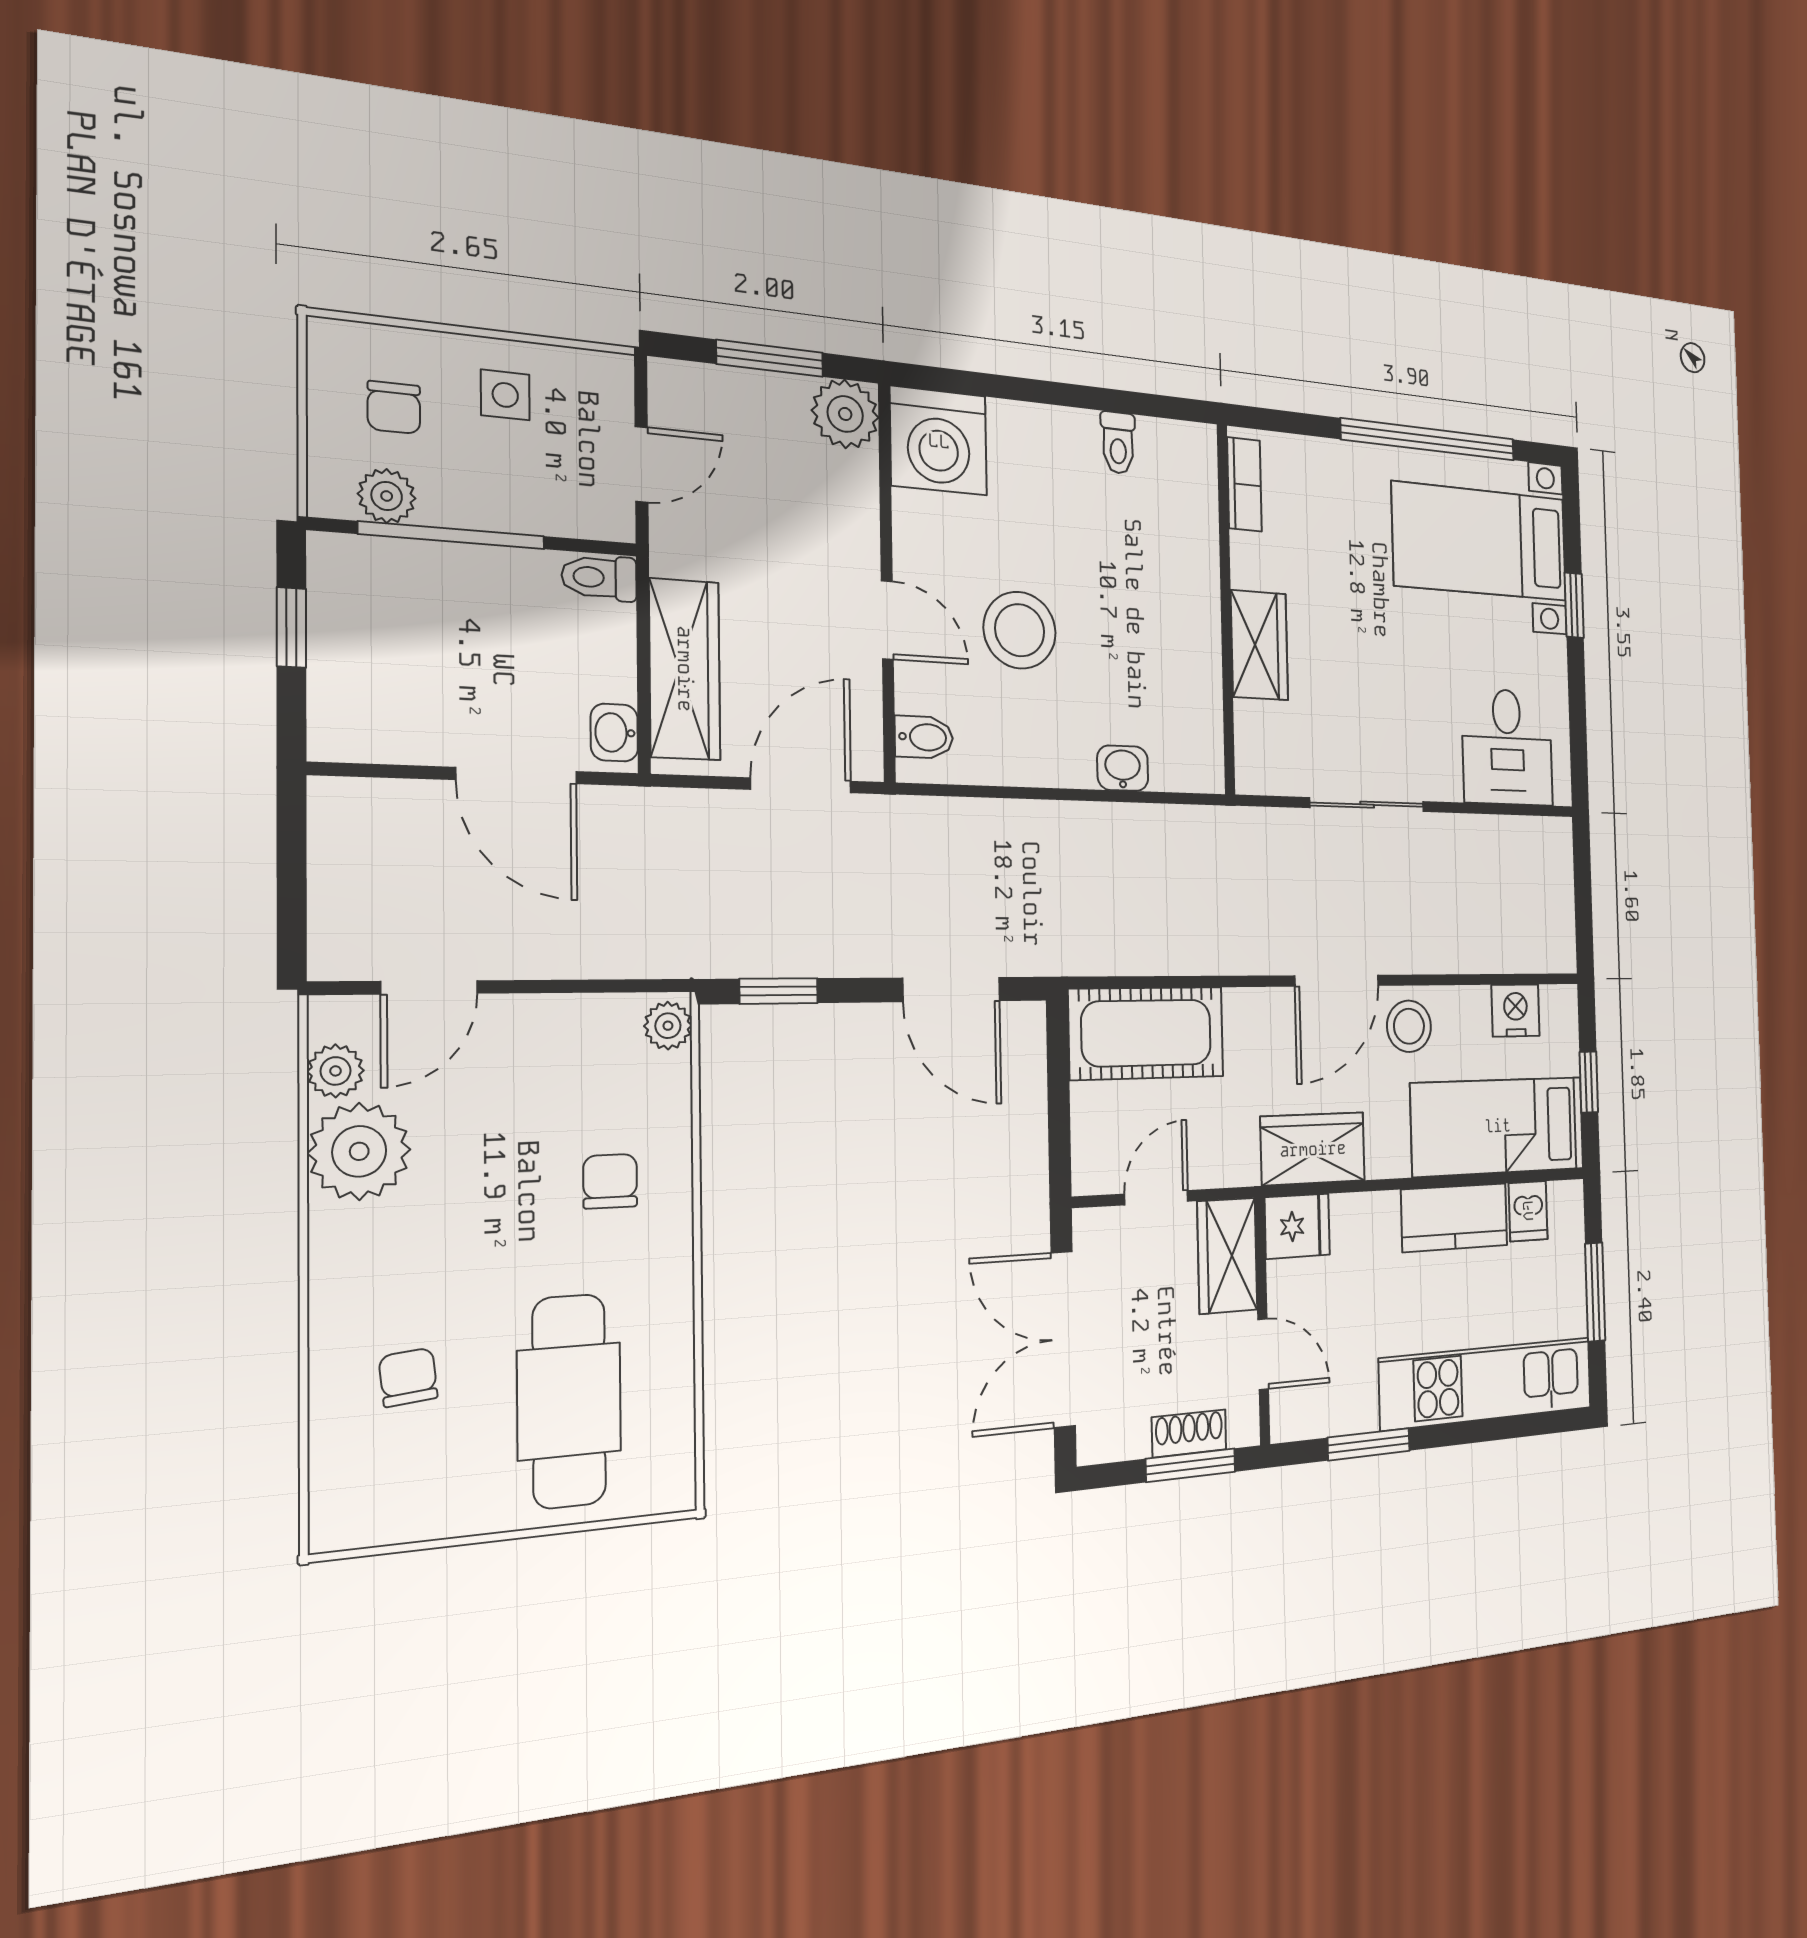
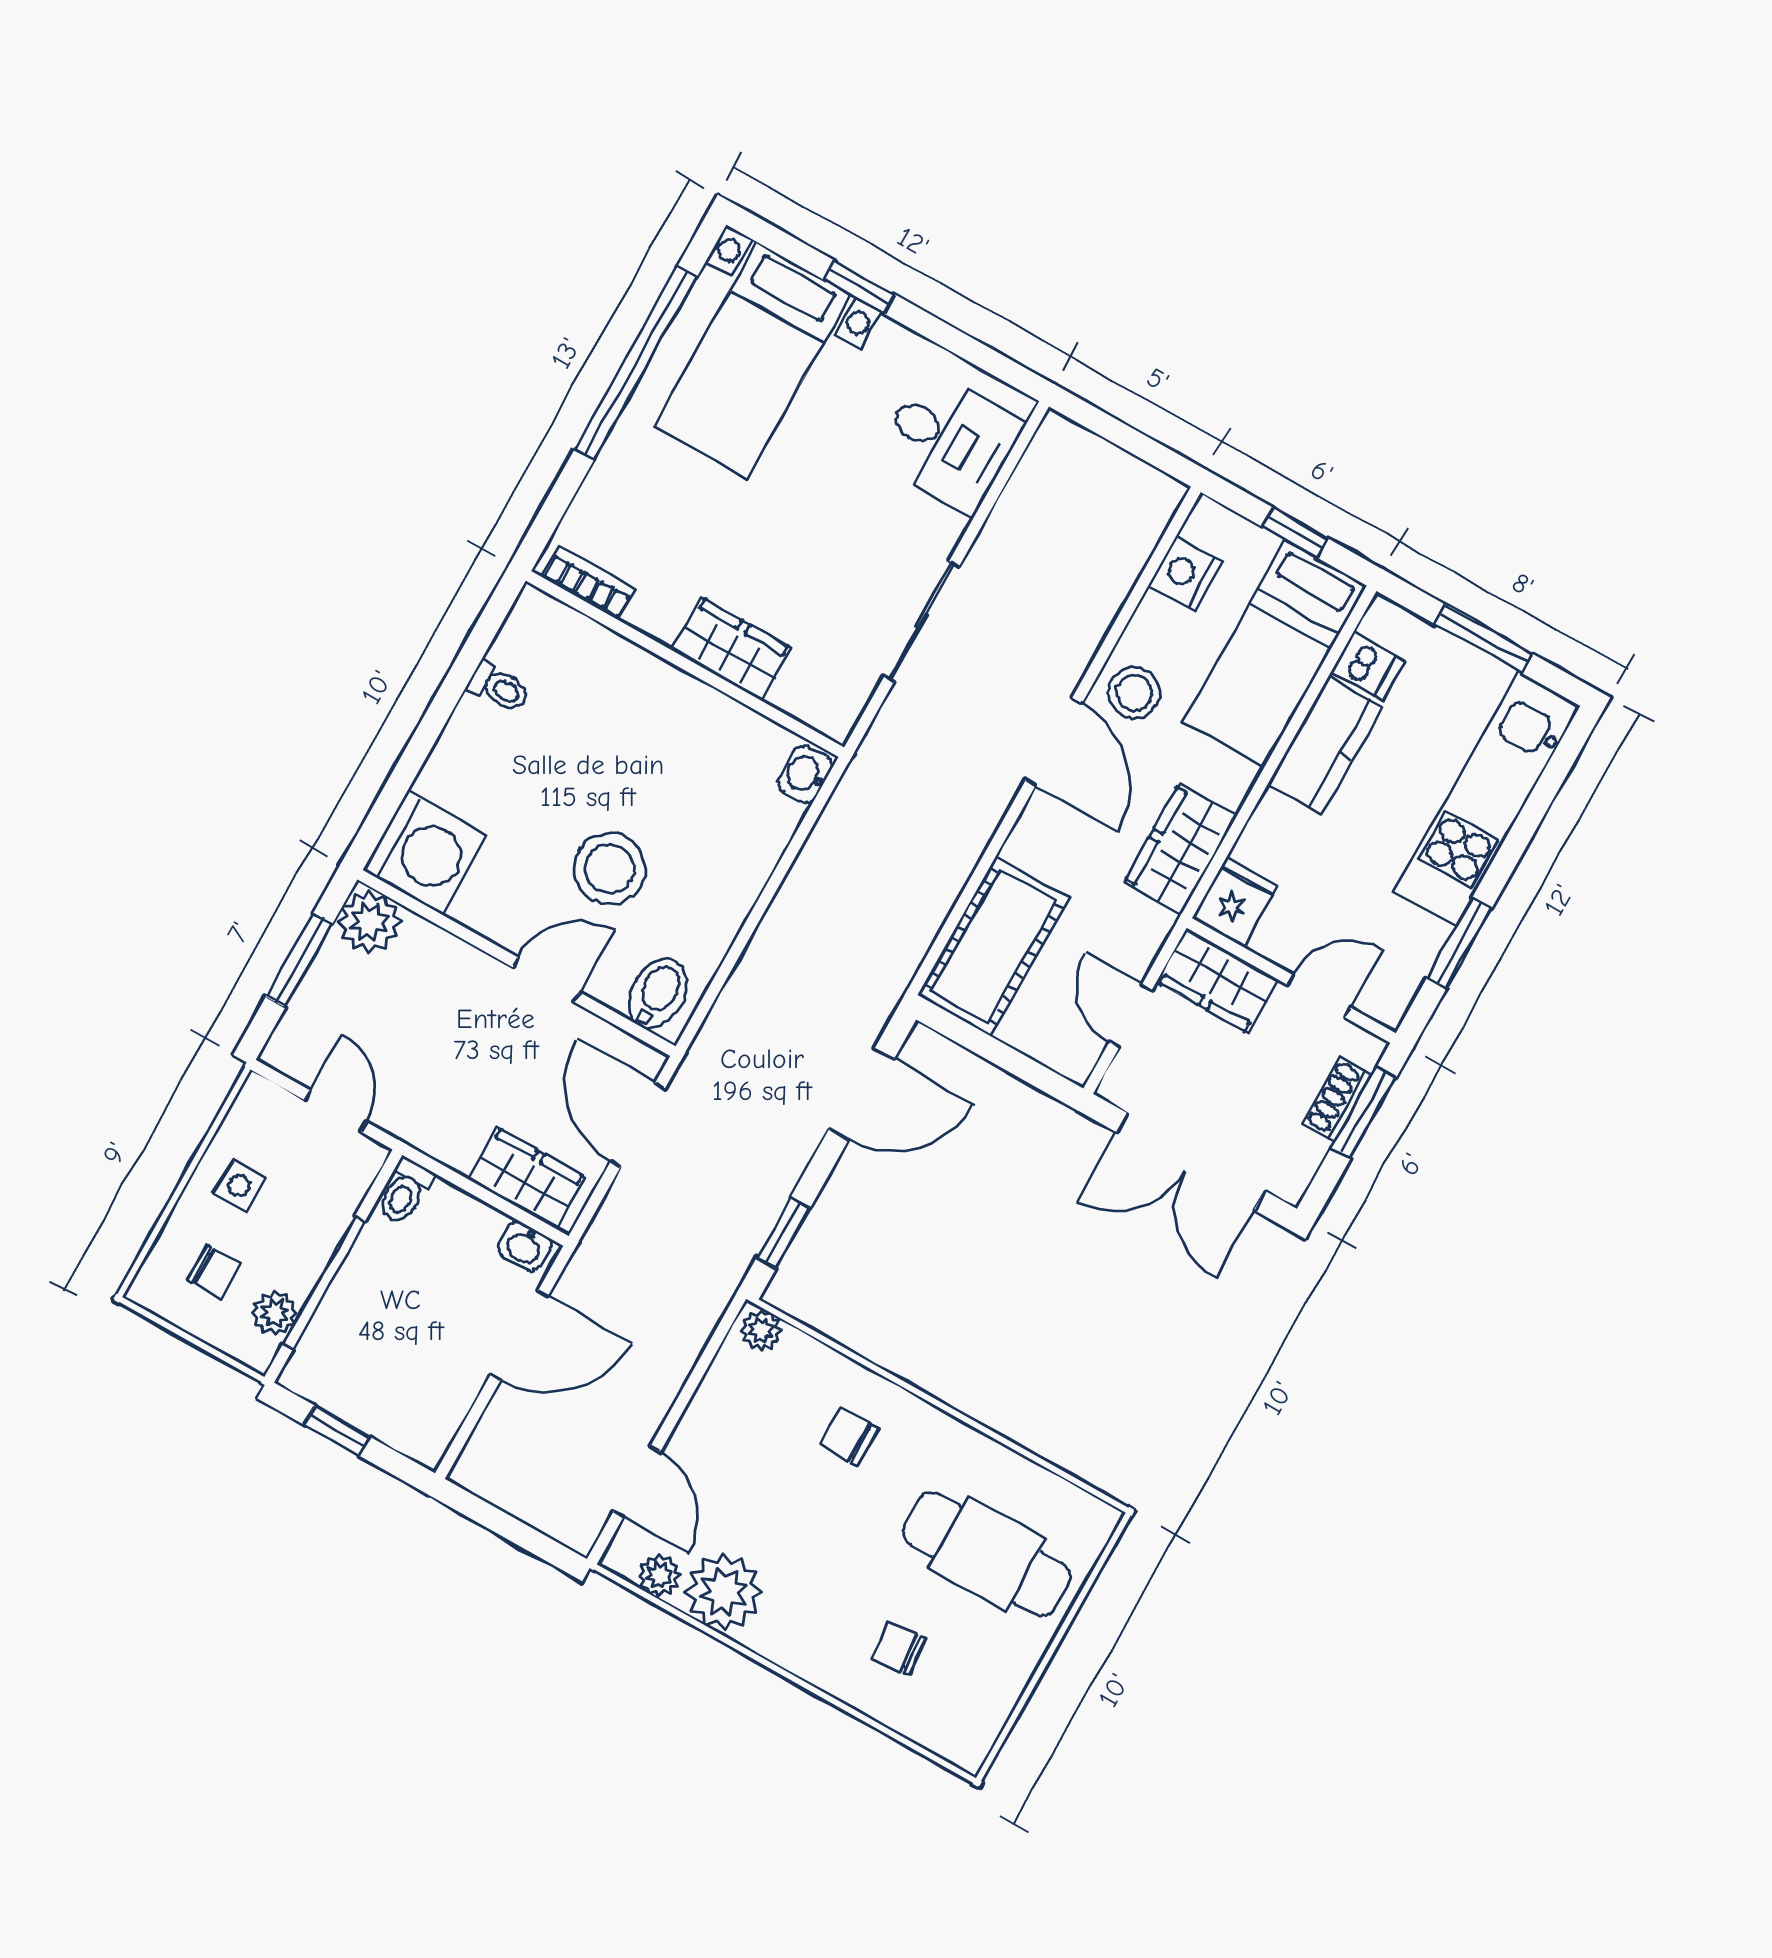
wardrobe: (685, 669) -> (527, 1178), width x0.67
bidet: (924, 737) -> (658, 993), width x1.38, depth x1.36
washbasin: (1123, 768) -> (805, 774), moved

